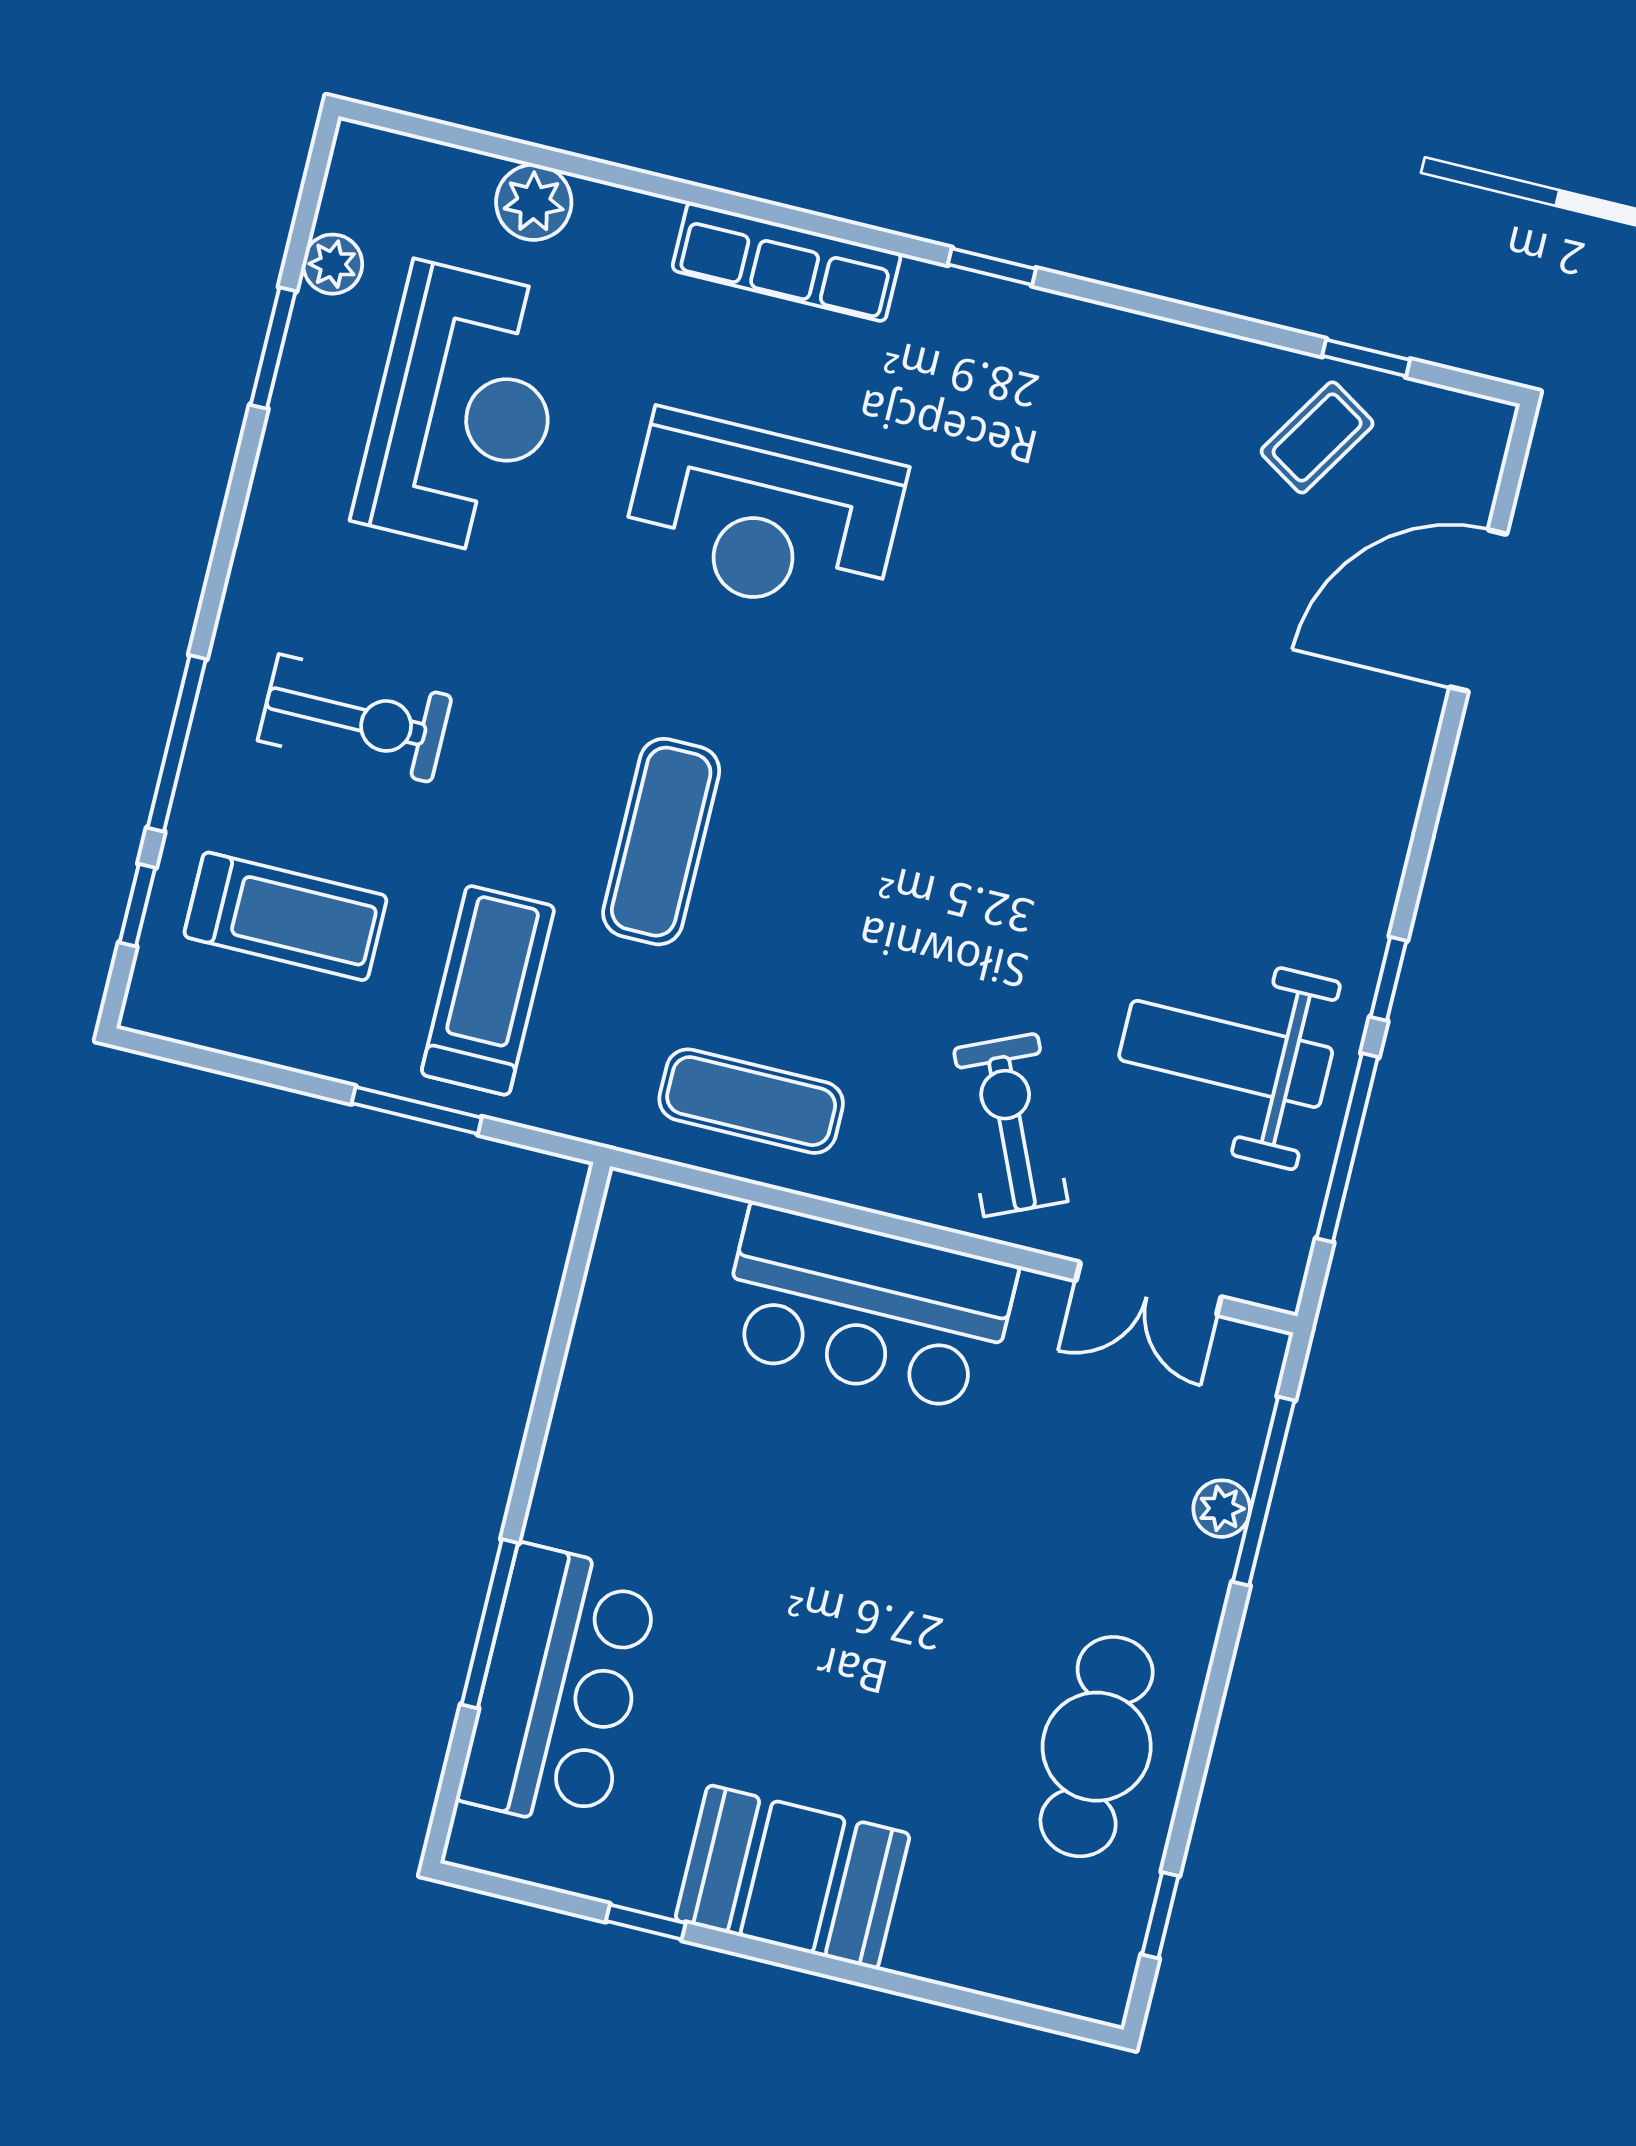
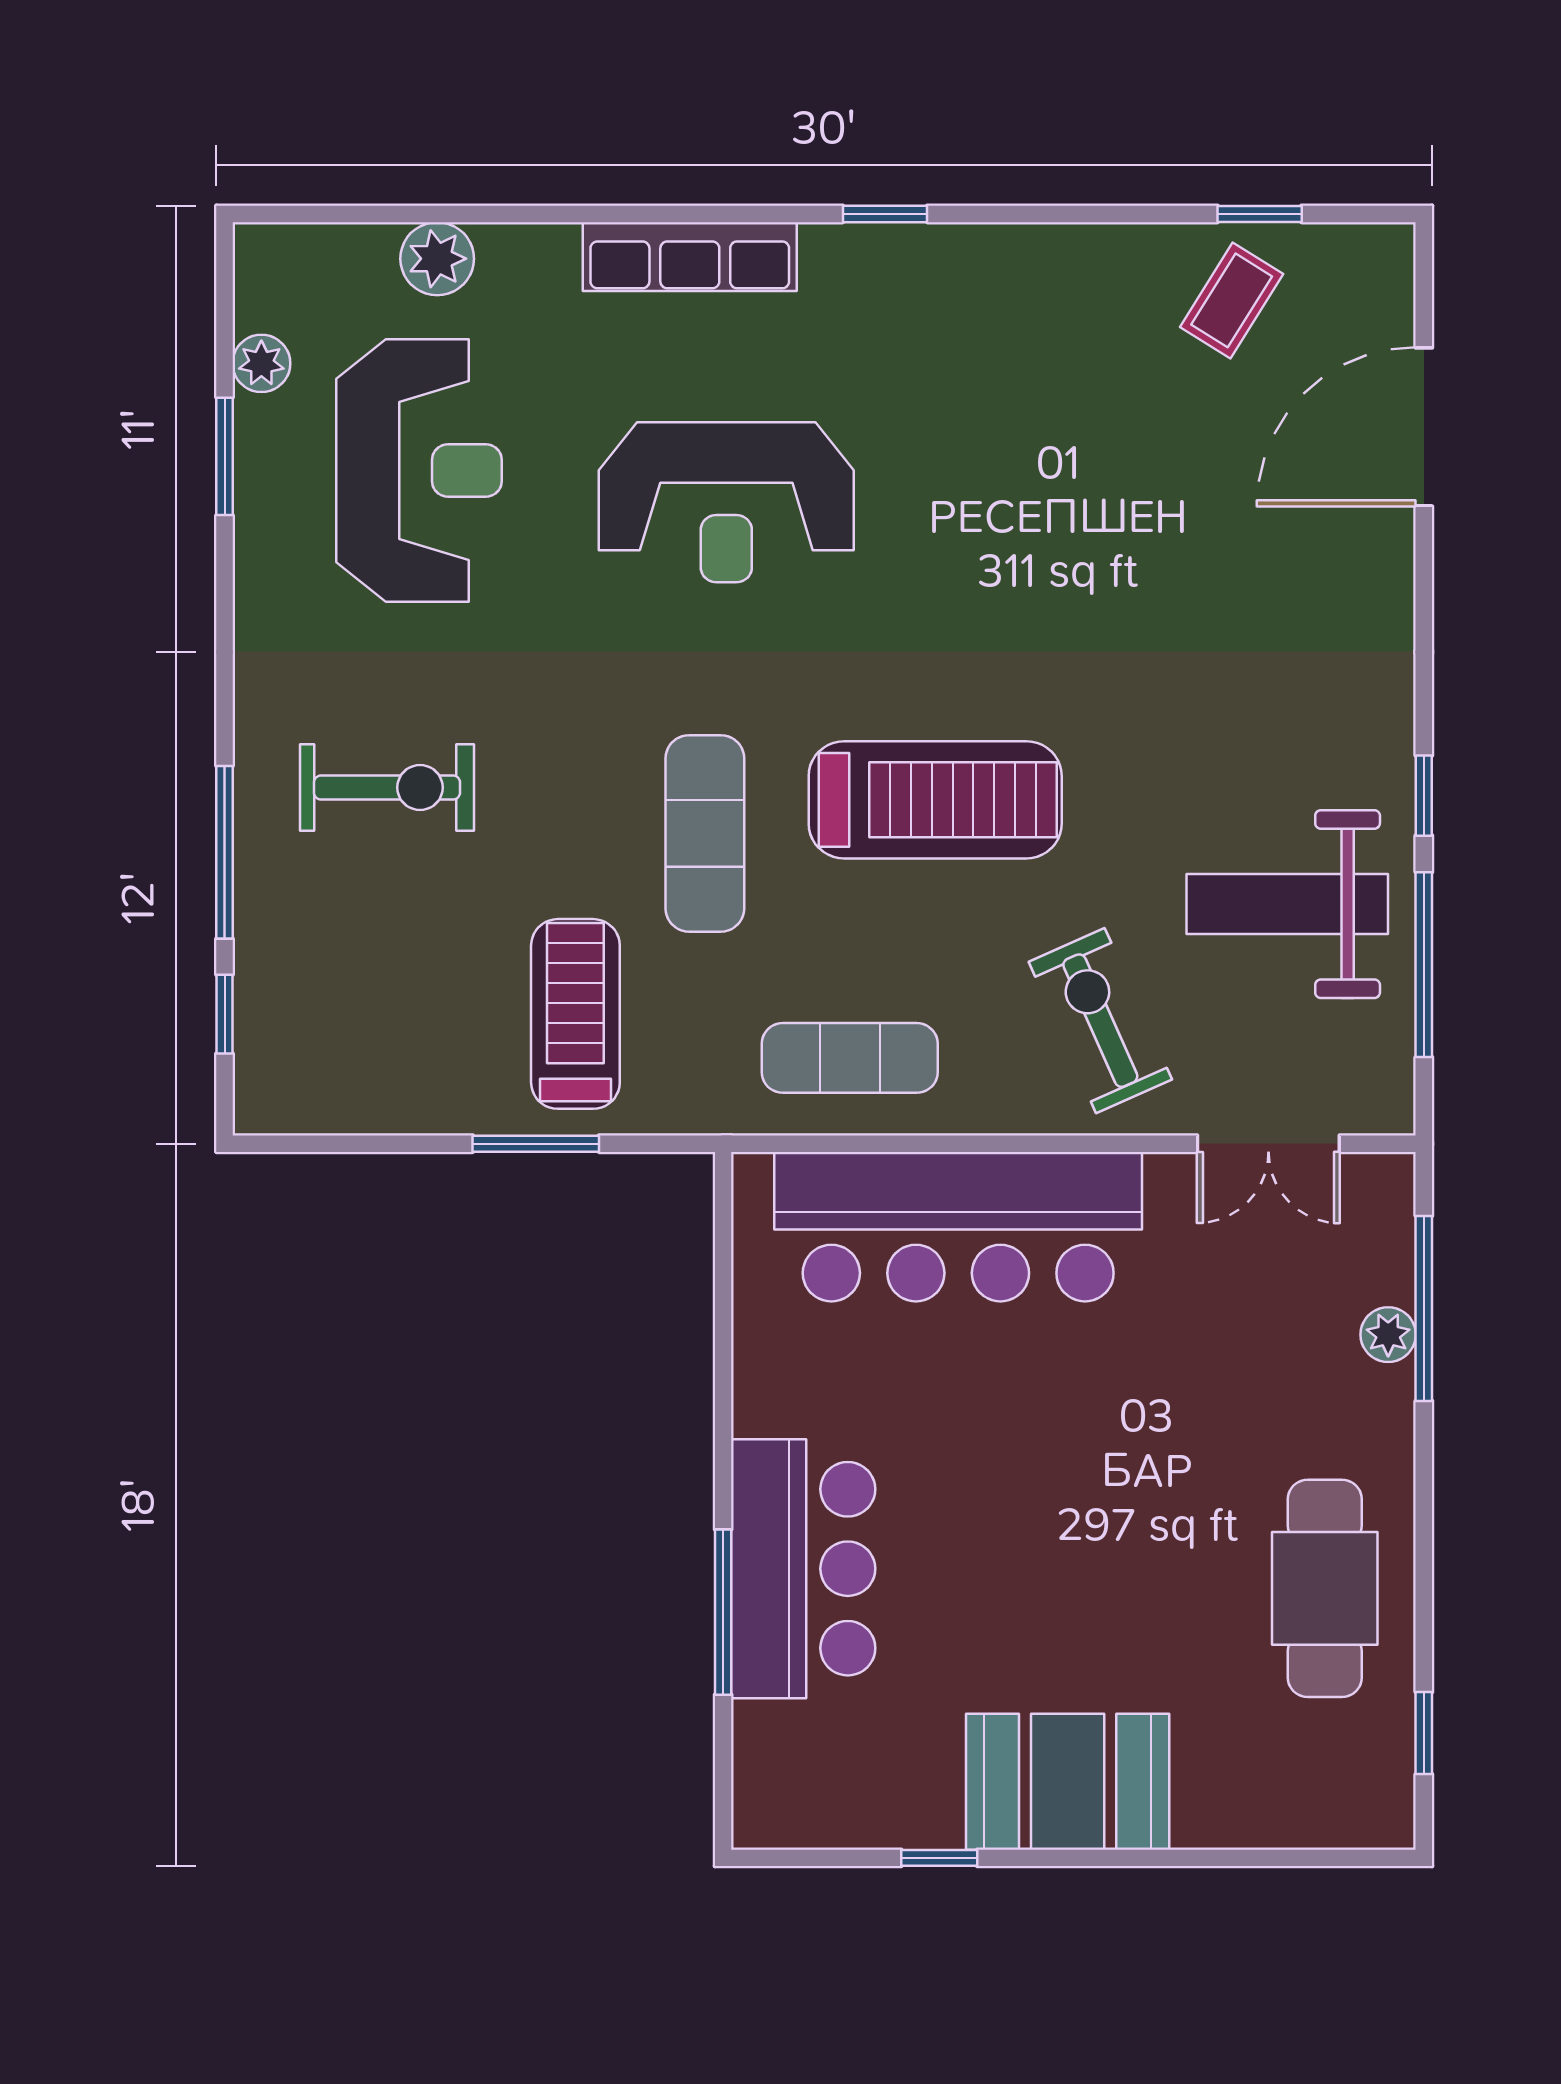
treadmill: (286, 916) -> (935, 800), moved, width x1.37, depth x1.37
bar counter: (867, 1308) -> (958, 1227), width x1.36
bar counter: (559, 1688) -> (803, 1569), moved

